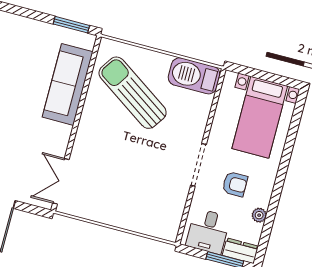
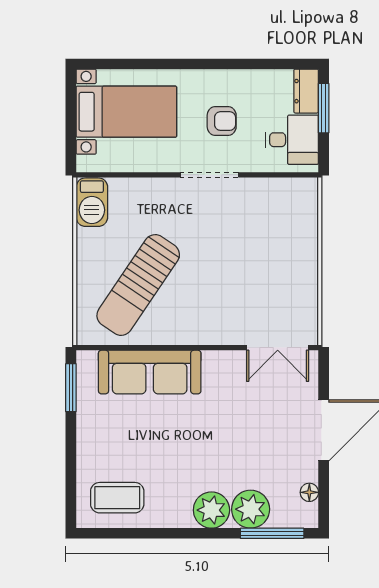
barbecue: (194, 76) -> (92, 202), width x0.73, depth x0.83
armchair: (235, 184) -> (222, 121), turned 90
plant: (259, 215) -> (254, 79), removed

